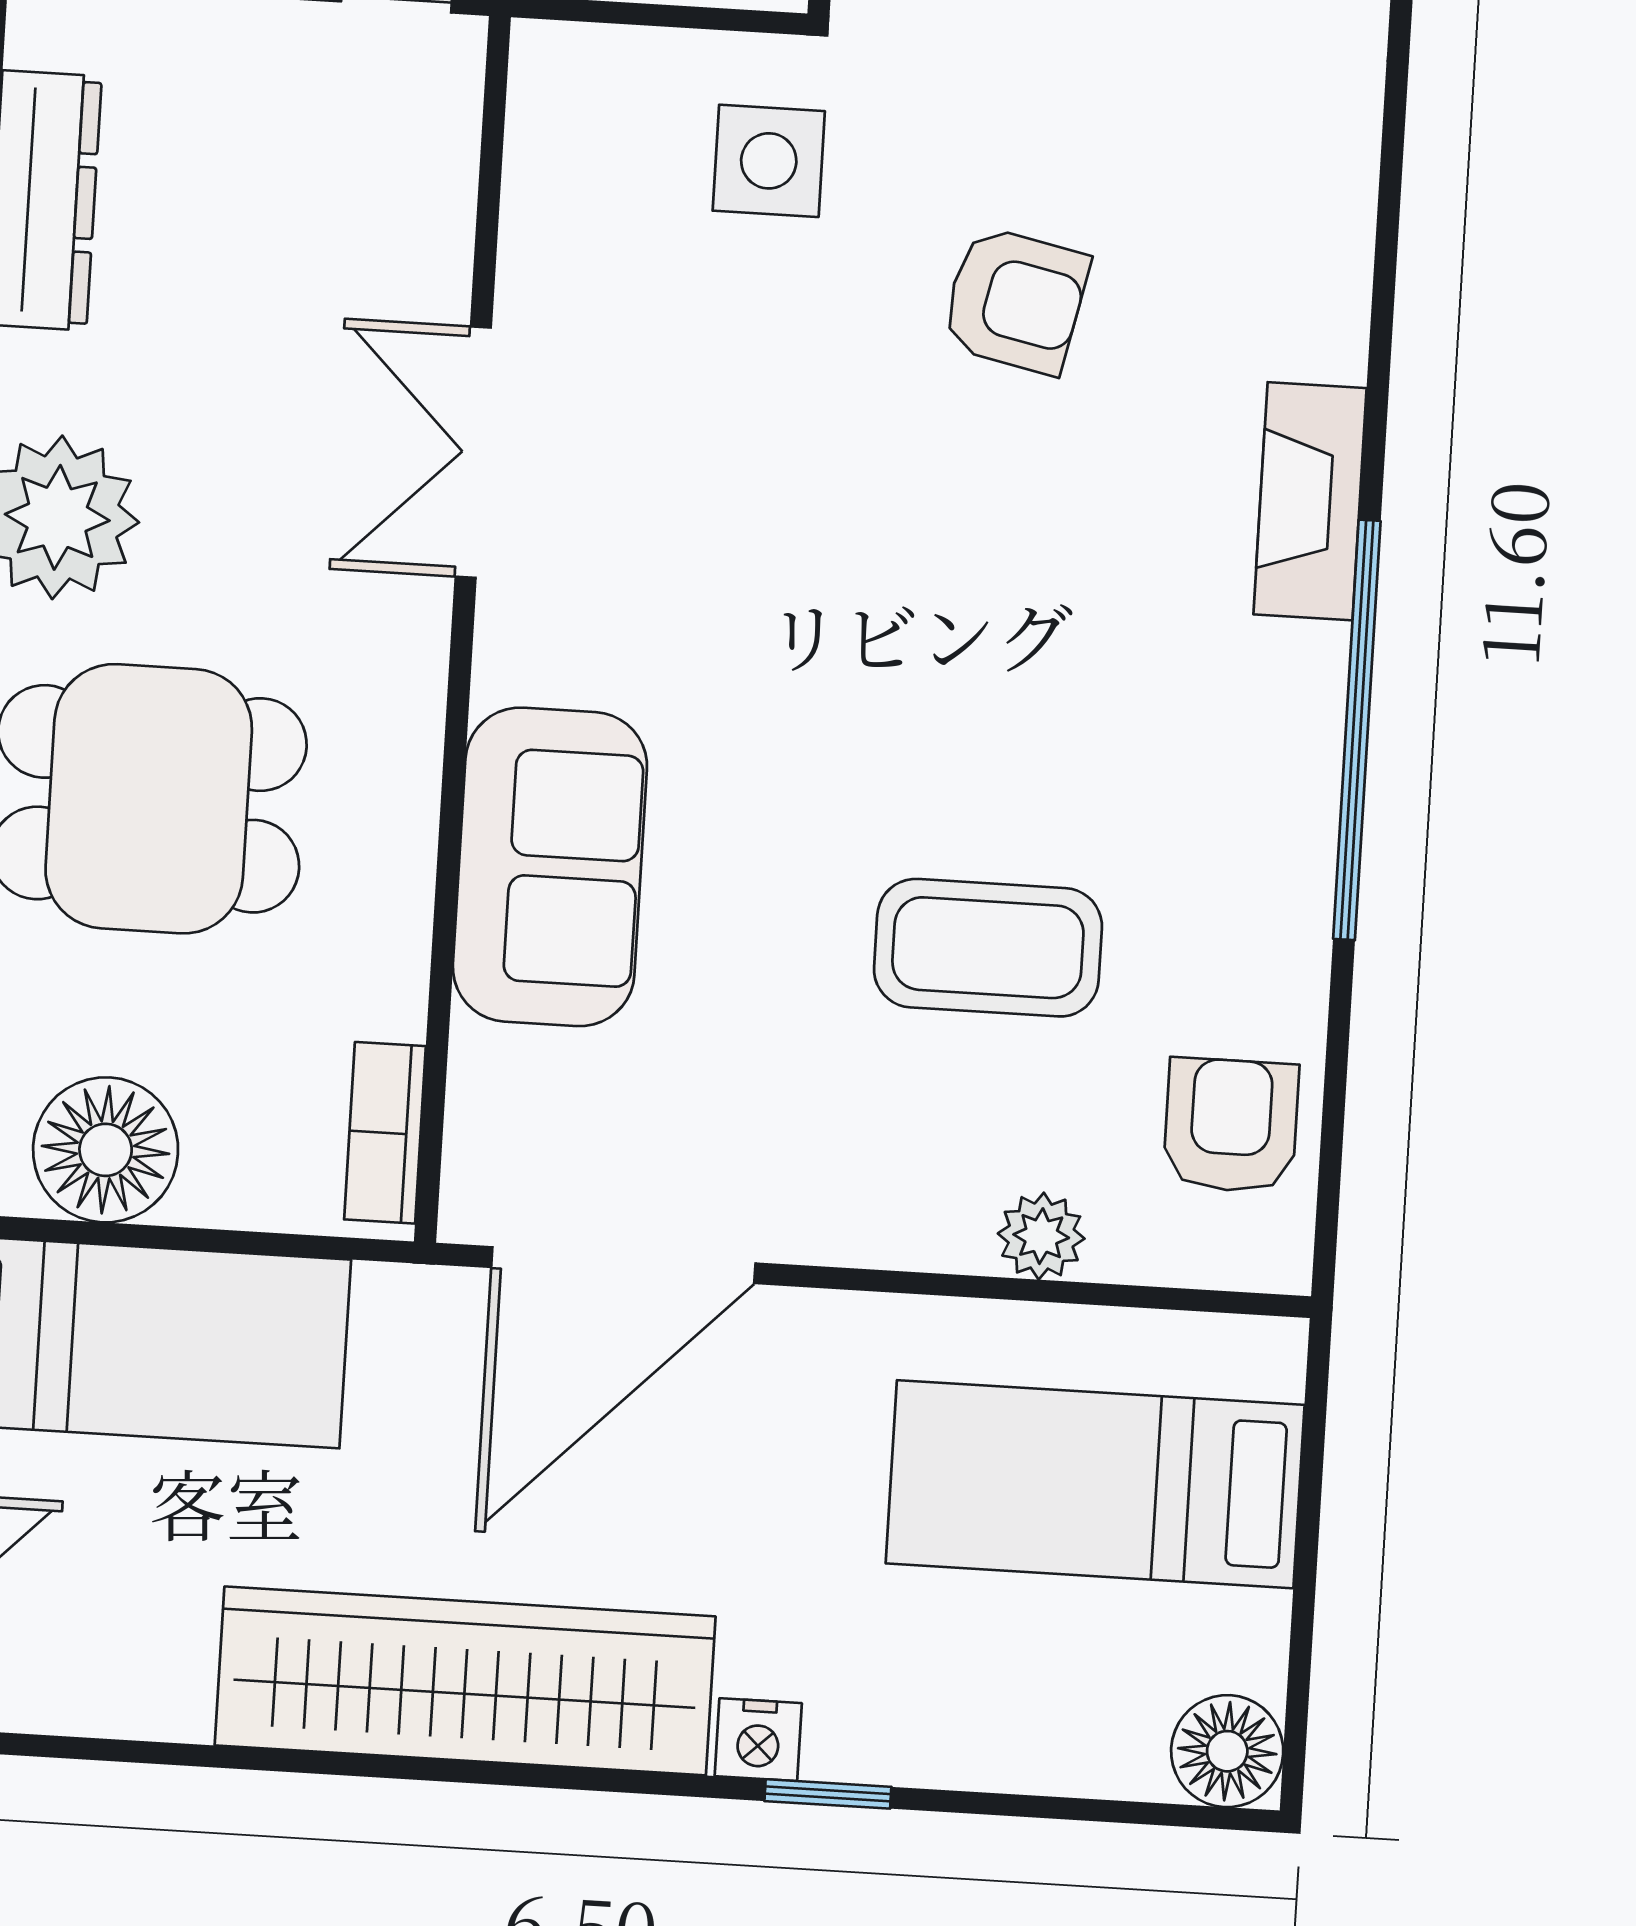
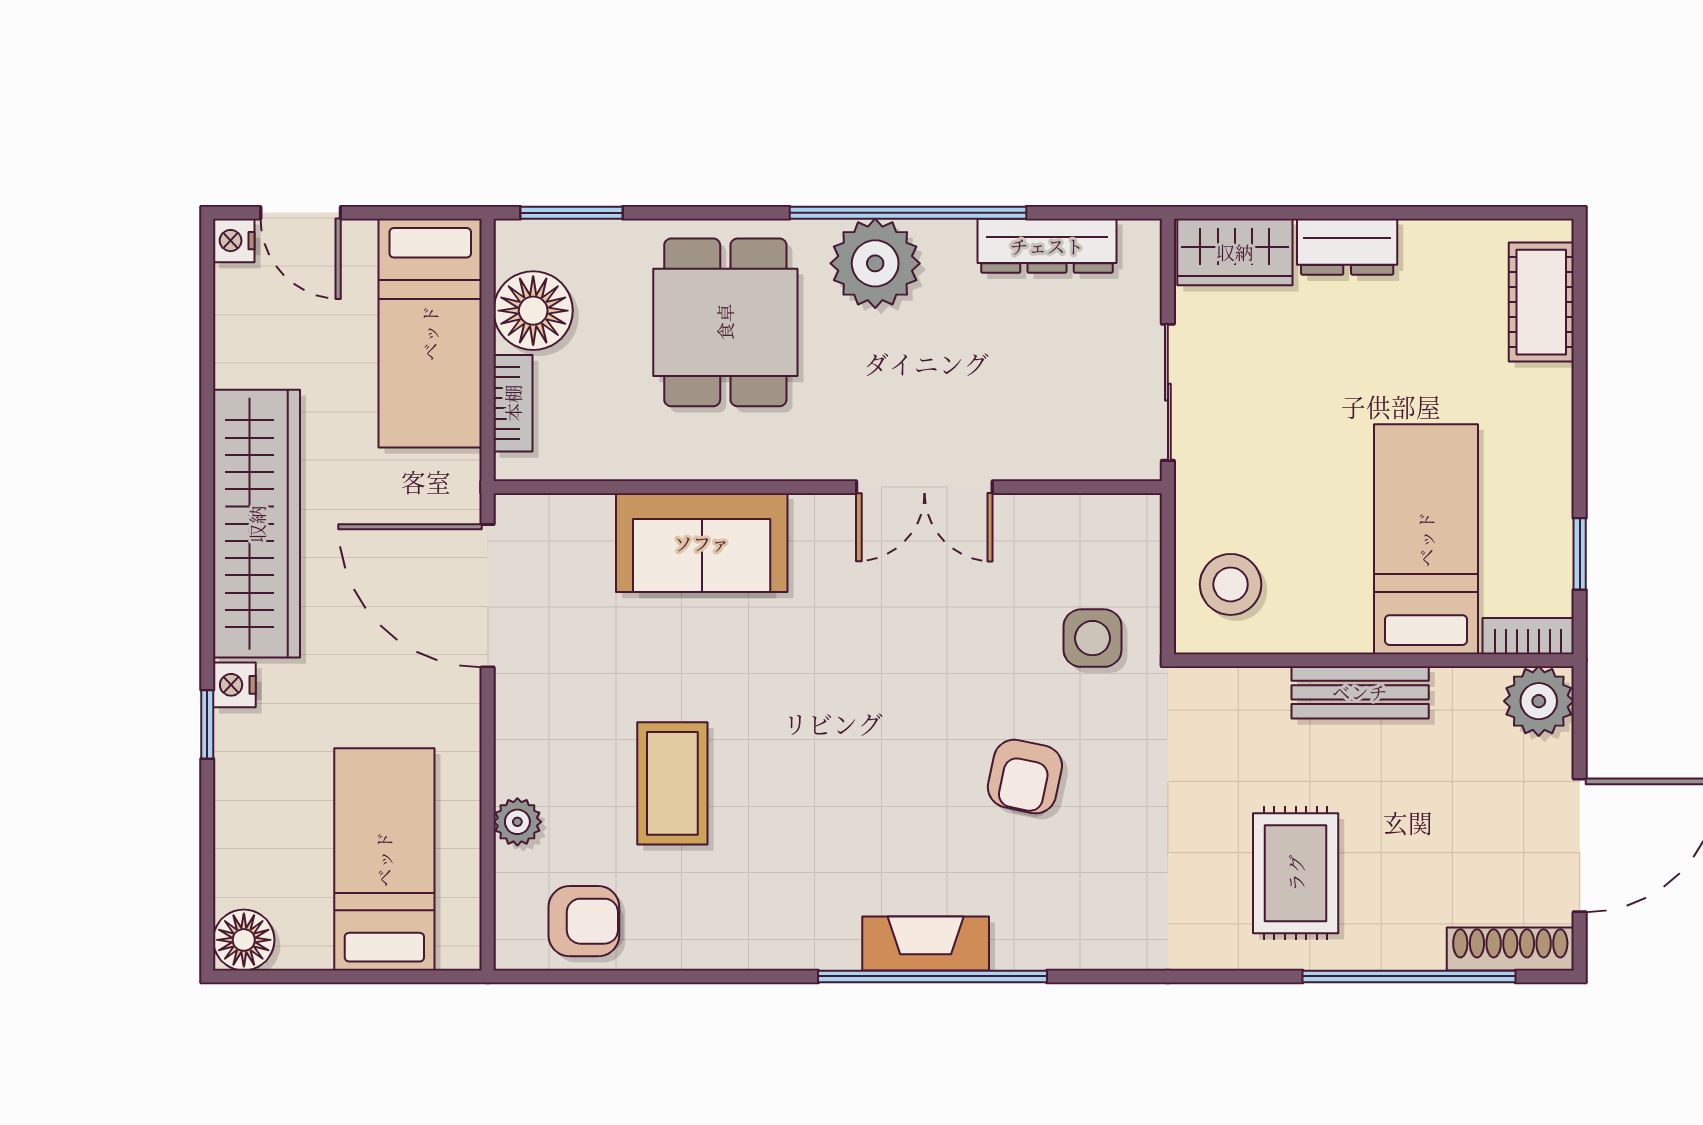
double door: (473, 452) -> (924, 487), swing flipped
window: (1357, 730) -> (933, 976), moved
bookcase: (385, 1133) -> (513, 403), moved, turned 90

